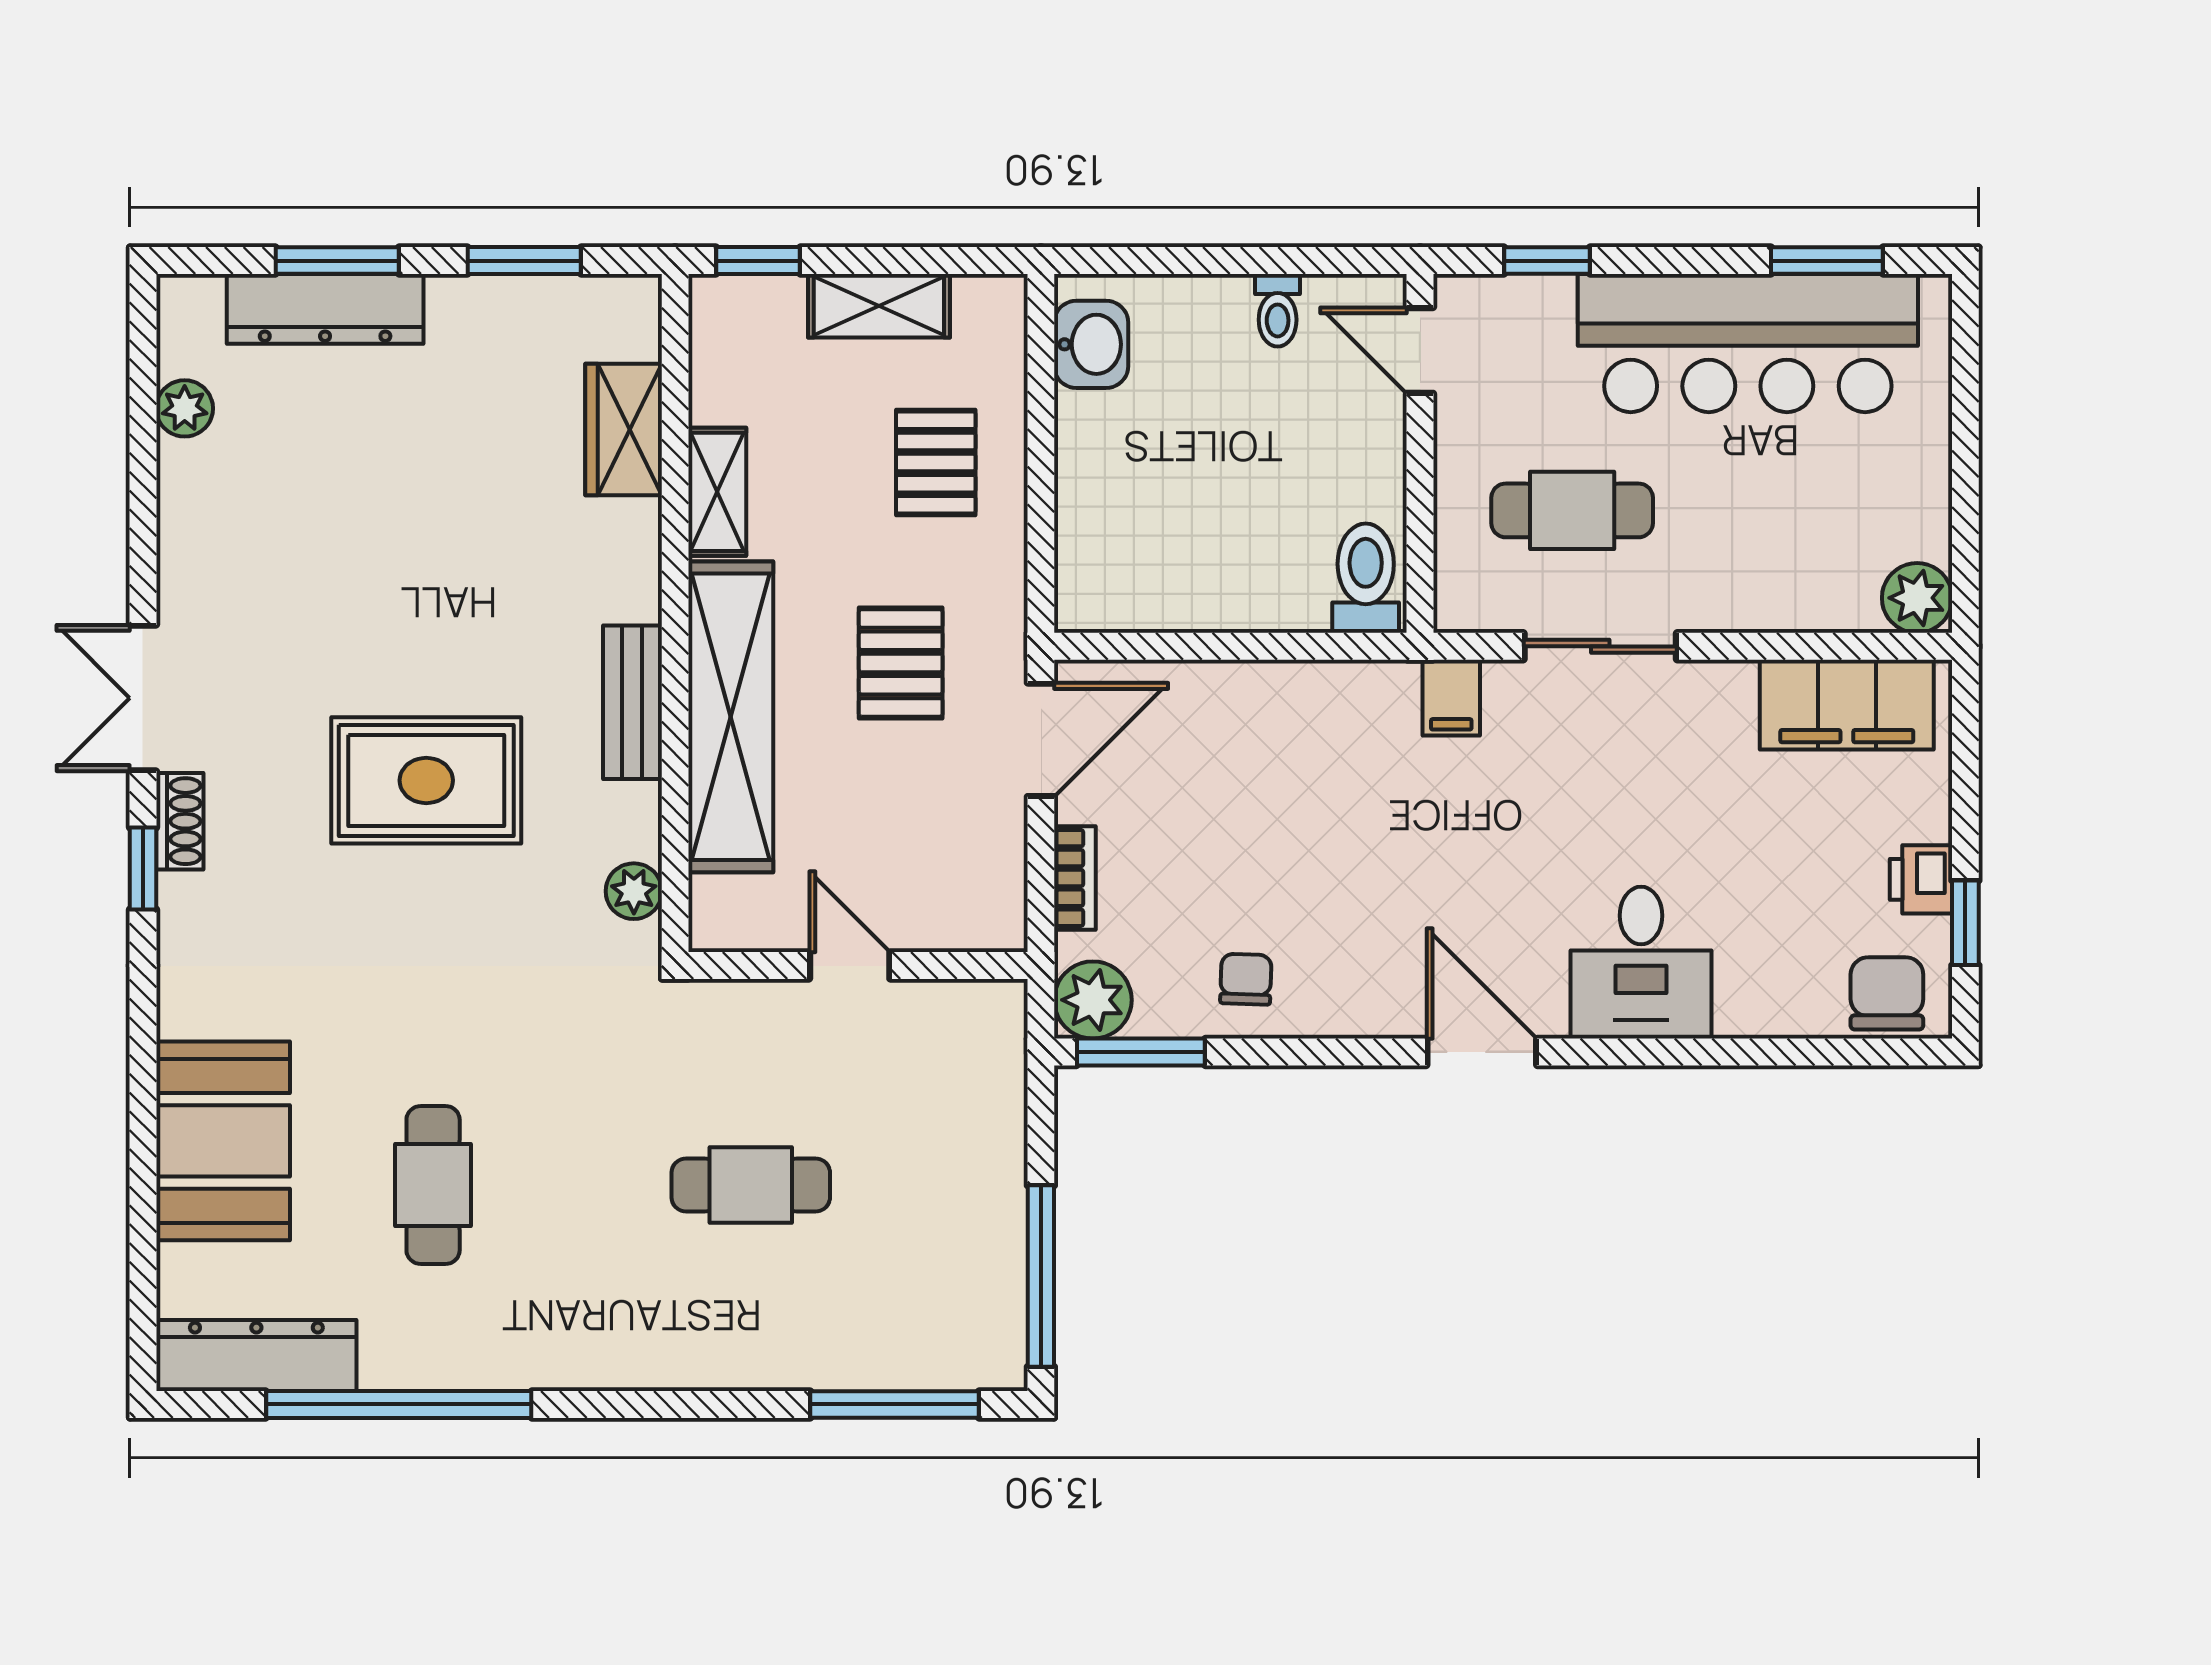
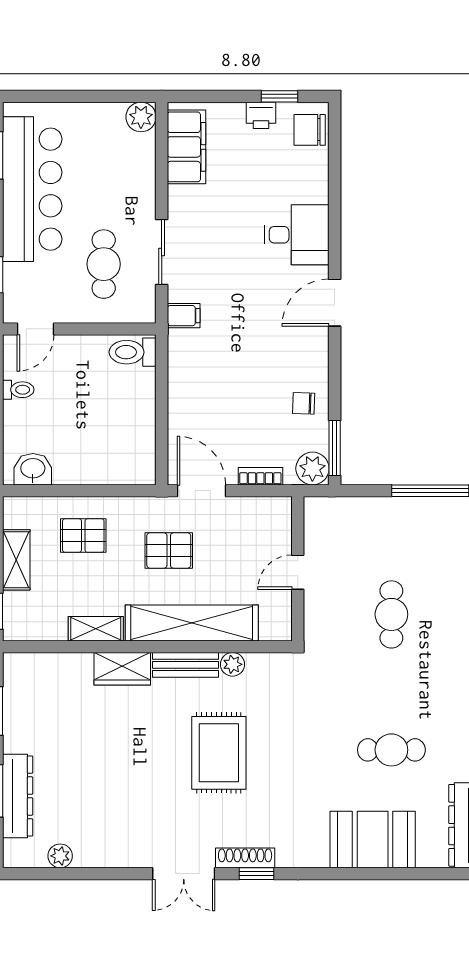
wardrobe: (624, 429) -> (122, 669), moved
shoe rack: (180, 821) -> (245, 858), width x1.43
plant: (634, 891) -> (233, 664), moved

